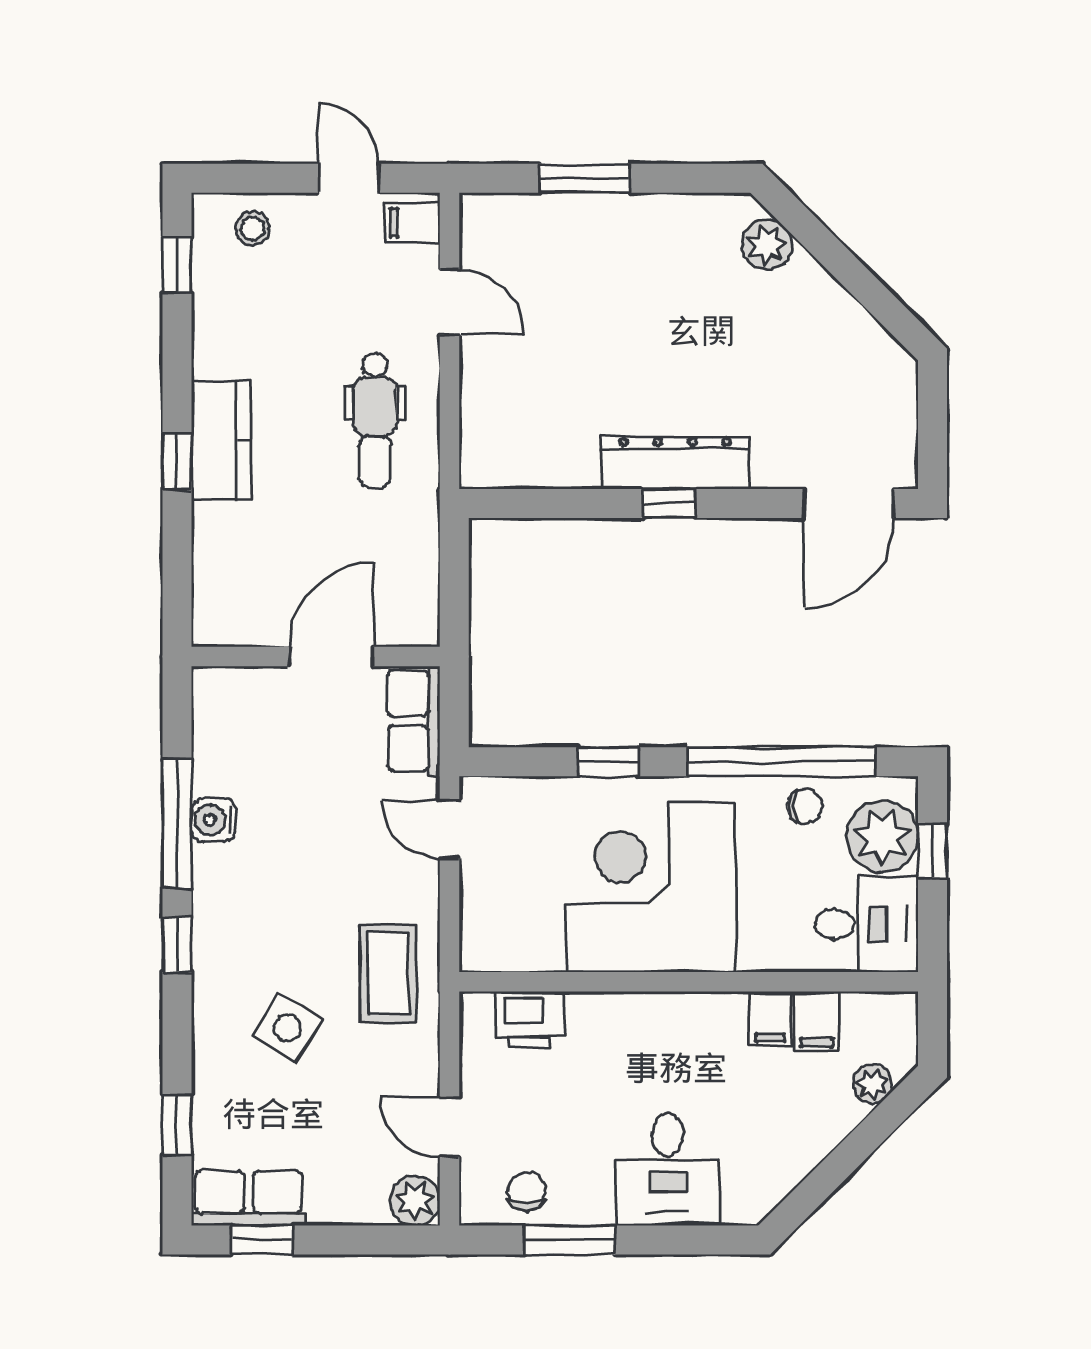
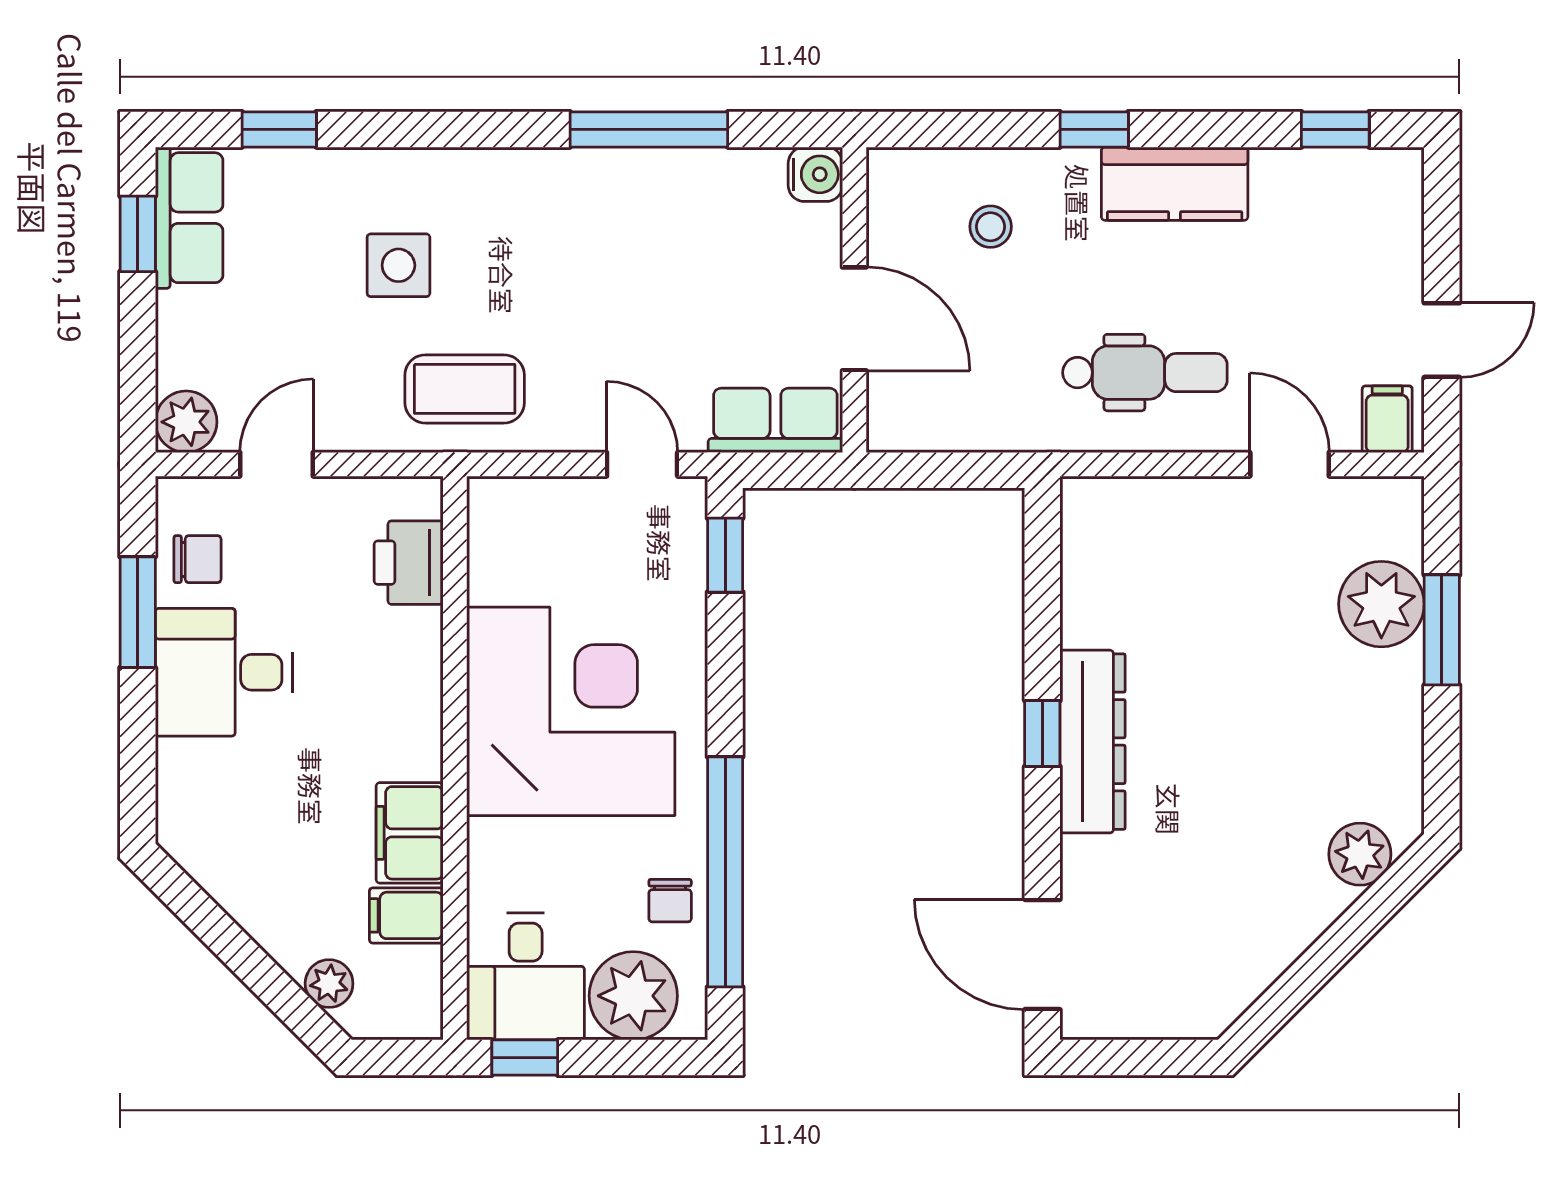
plant: (563, 227) -> (1381, 604), added
stool: (252, 229) -> (991, 227), moved
door: (450, 302) -> (1290, 464), swing flipped
dental chair: (375, 420) -> (1145, 373), turned 180
kitchen counter: (221, 440) -> (1175, 184), moved
window: (608, 762) -> (725, 555), moved
water cooler: (213, 820) -> (815, 174), moved, turned 90
door: (450, 829) -> (642, 464), hinge flipped
window: (933, 851) -> (525, 1058), moved
window: (177, 945) -> (500, 129), removed
filing cabinet: (770, 1019) -> (410, 833), width x2.00
side table: (288, 1028) -> (398, 265), turned -32
desk: (668, 1170) -> (224, 672), moved

